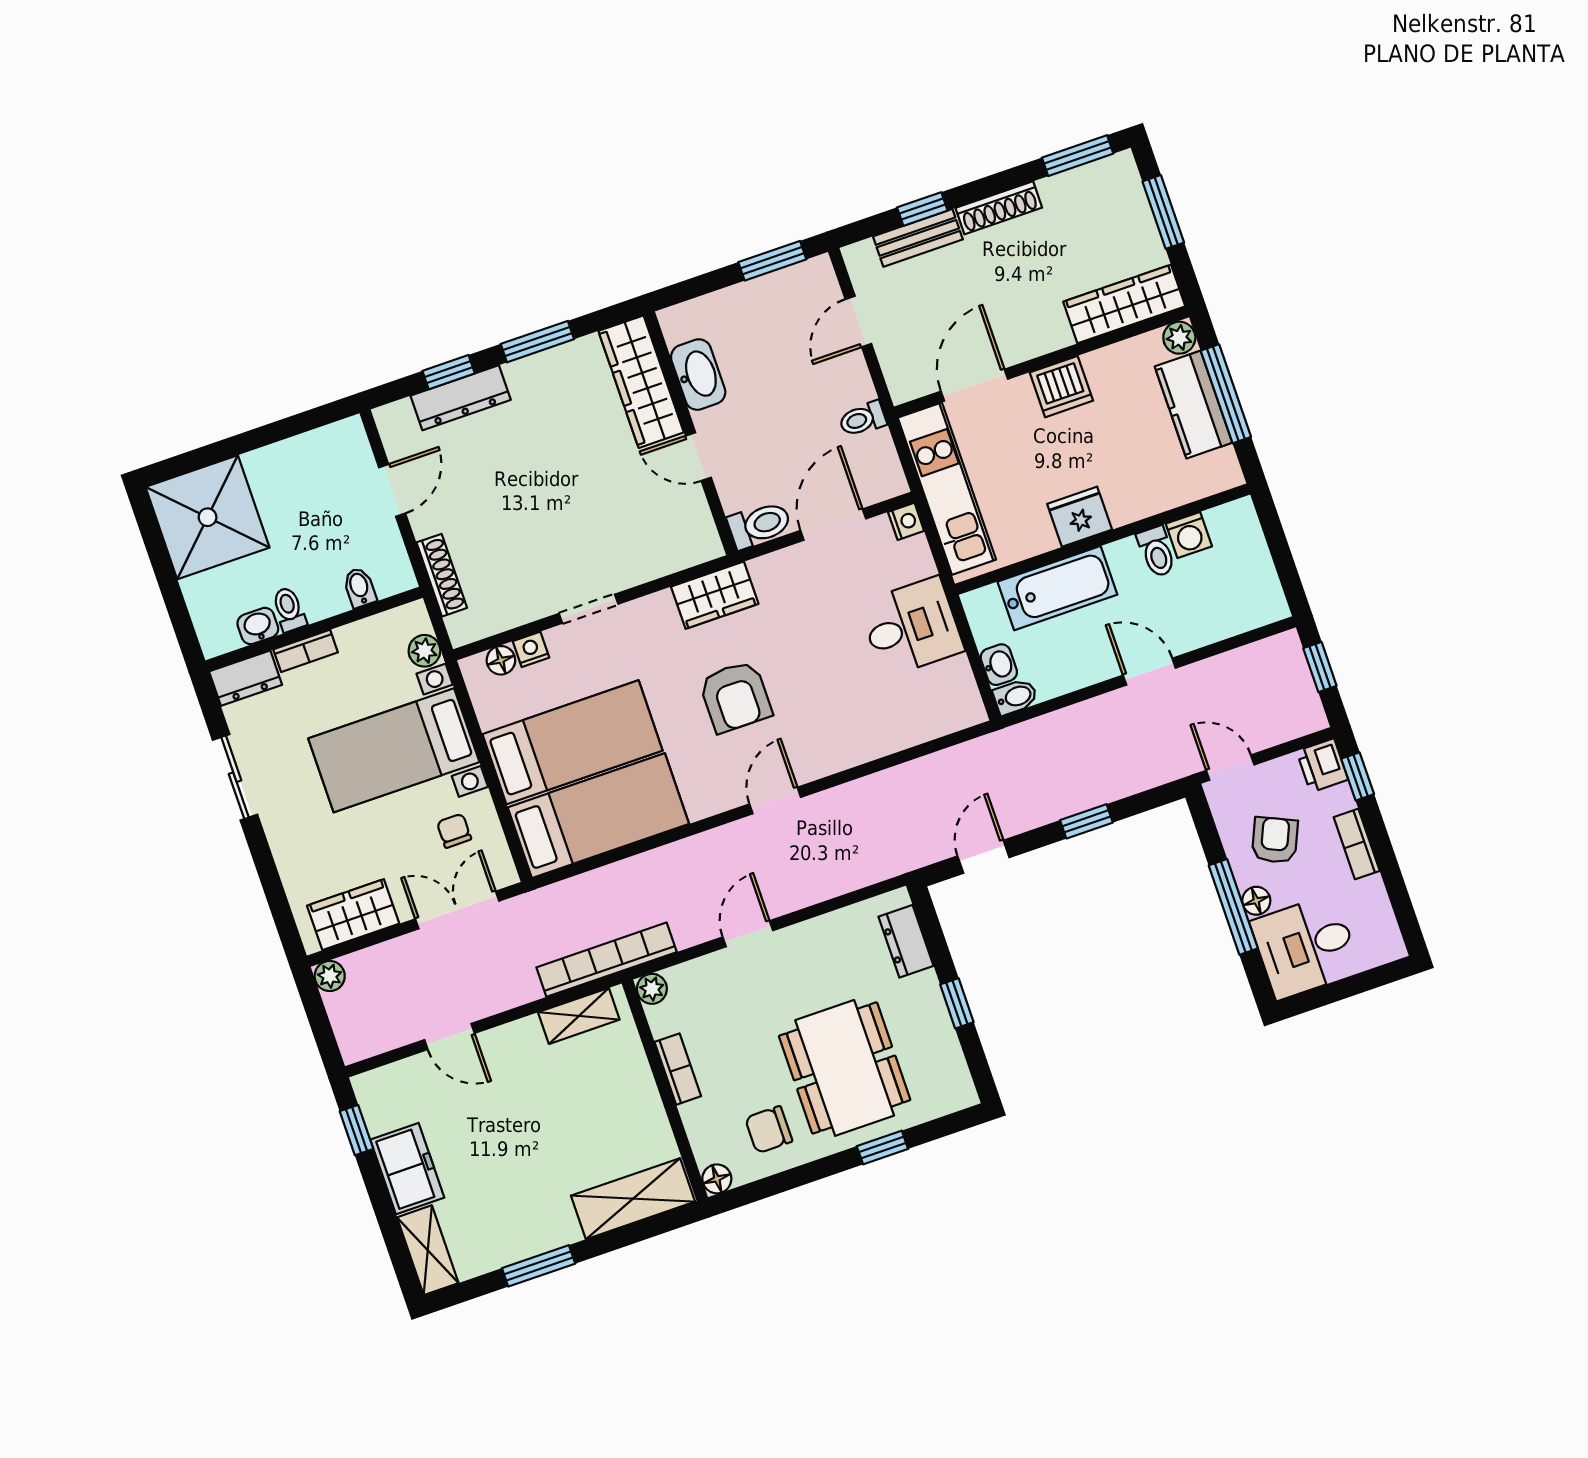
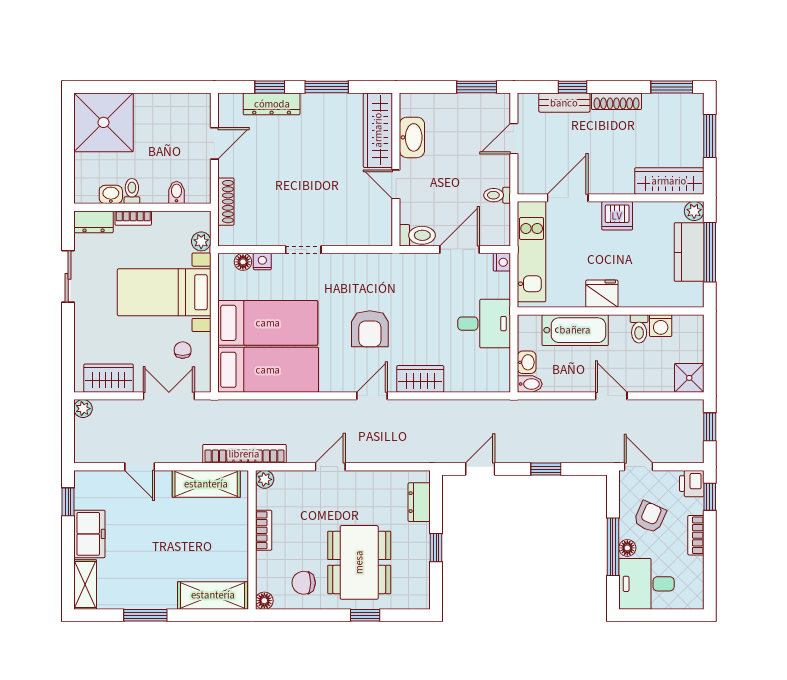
wardrobe: (715, 595) -> (420, 379), moved, turned 180
shower: (1262, 601) -> (689, 378), added
shelving: (579, 1016) -> (206, 484), width x1.50, depth x1.33

